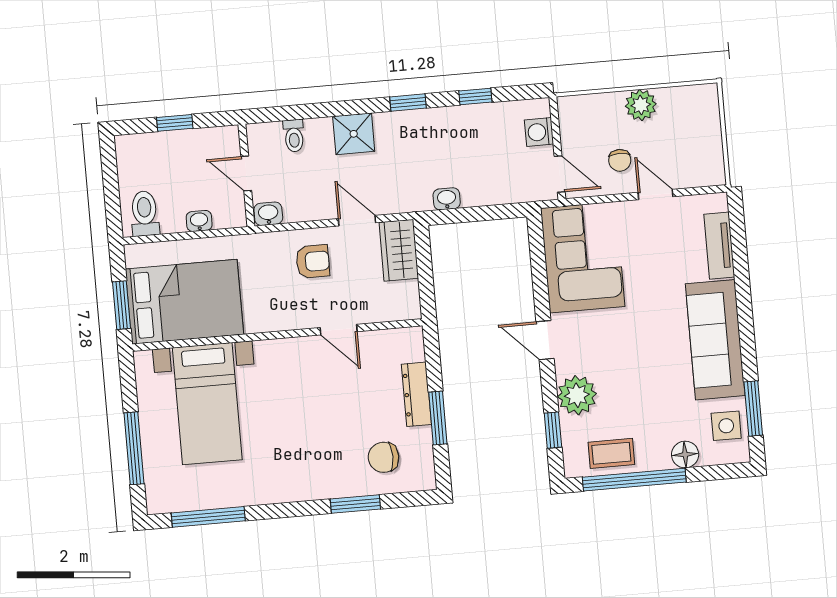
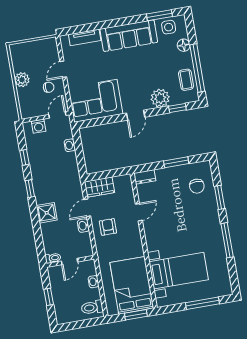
toilet: (294, 136) -> (53, 258), moved
washbasin: (447, 199) -> (70, 145), moved
washbasin: (268, 214) -> (83, 226), moved
dresser: (416, 394) -> (145, 177), moved, width x0.70
window: (208, 517) -> (227, 240), moved

